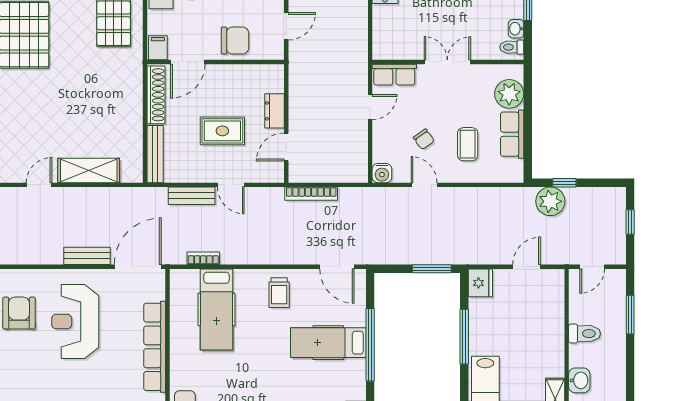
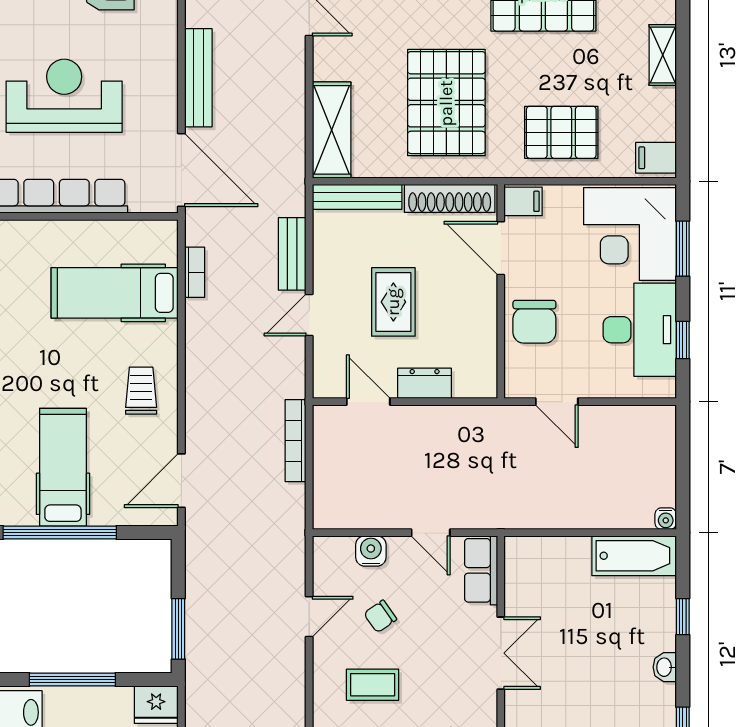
pallet: (95, 97) -> (446, 103), added
shelving: (89, 170) -> (332, 130), moved
water cooler: (382, 173) -> (371, 551), moved, turned 90
bench: (87, 256) -> (198, 78), width x1.36
trolley: (279, 293) -> (141, 391), turned 90
reception desk: (75, 321) -> (64, 96), moved

